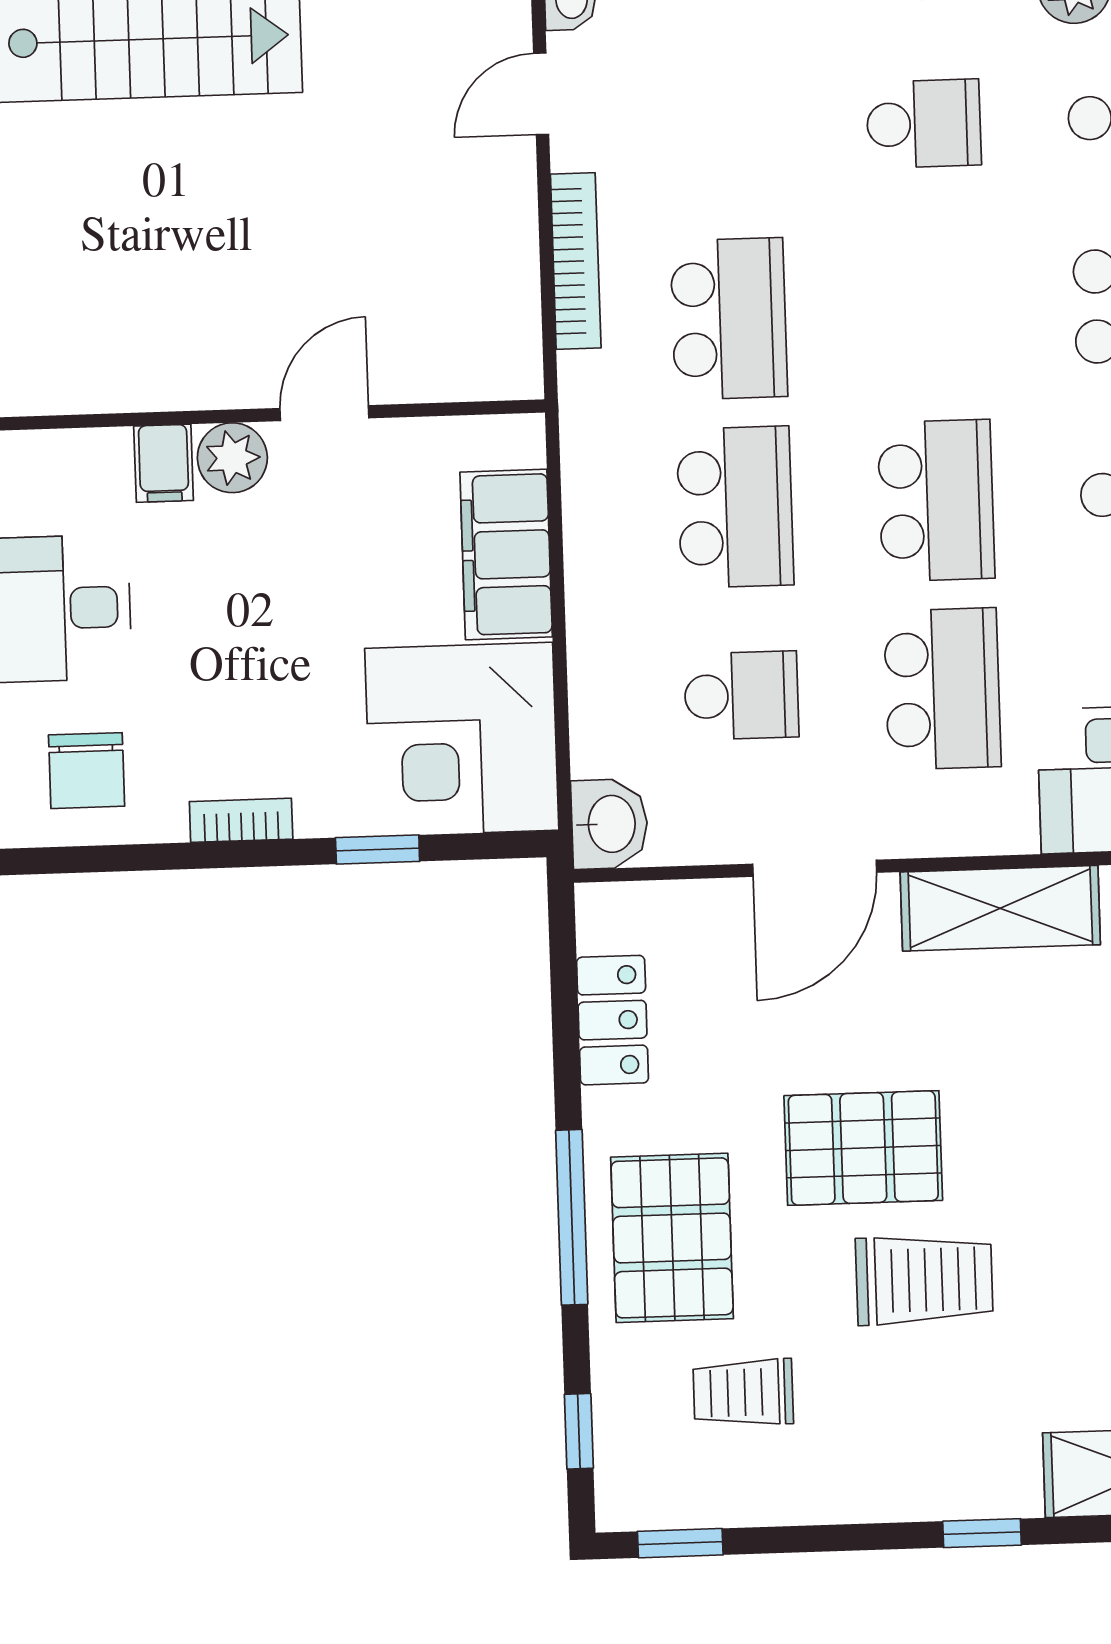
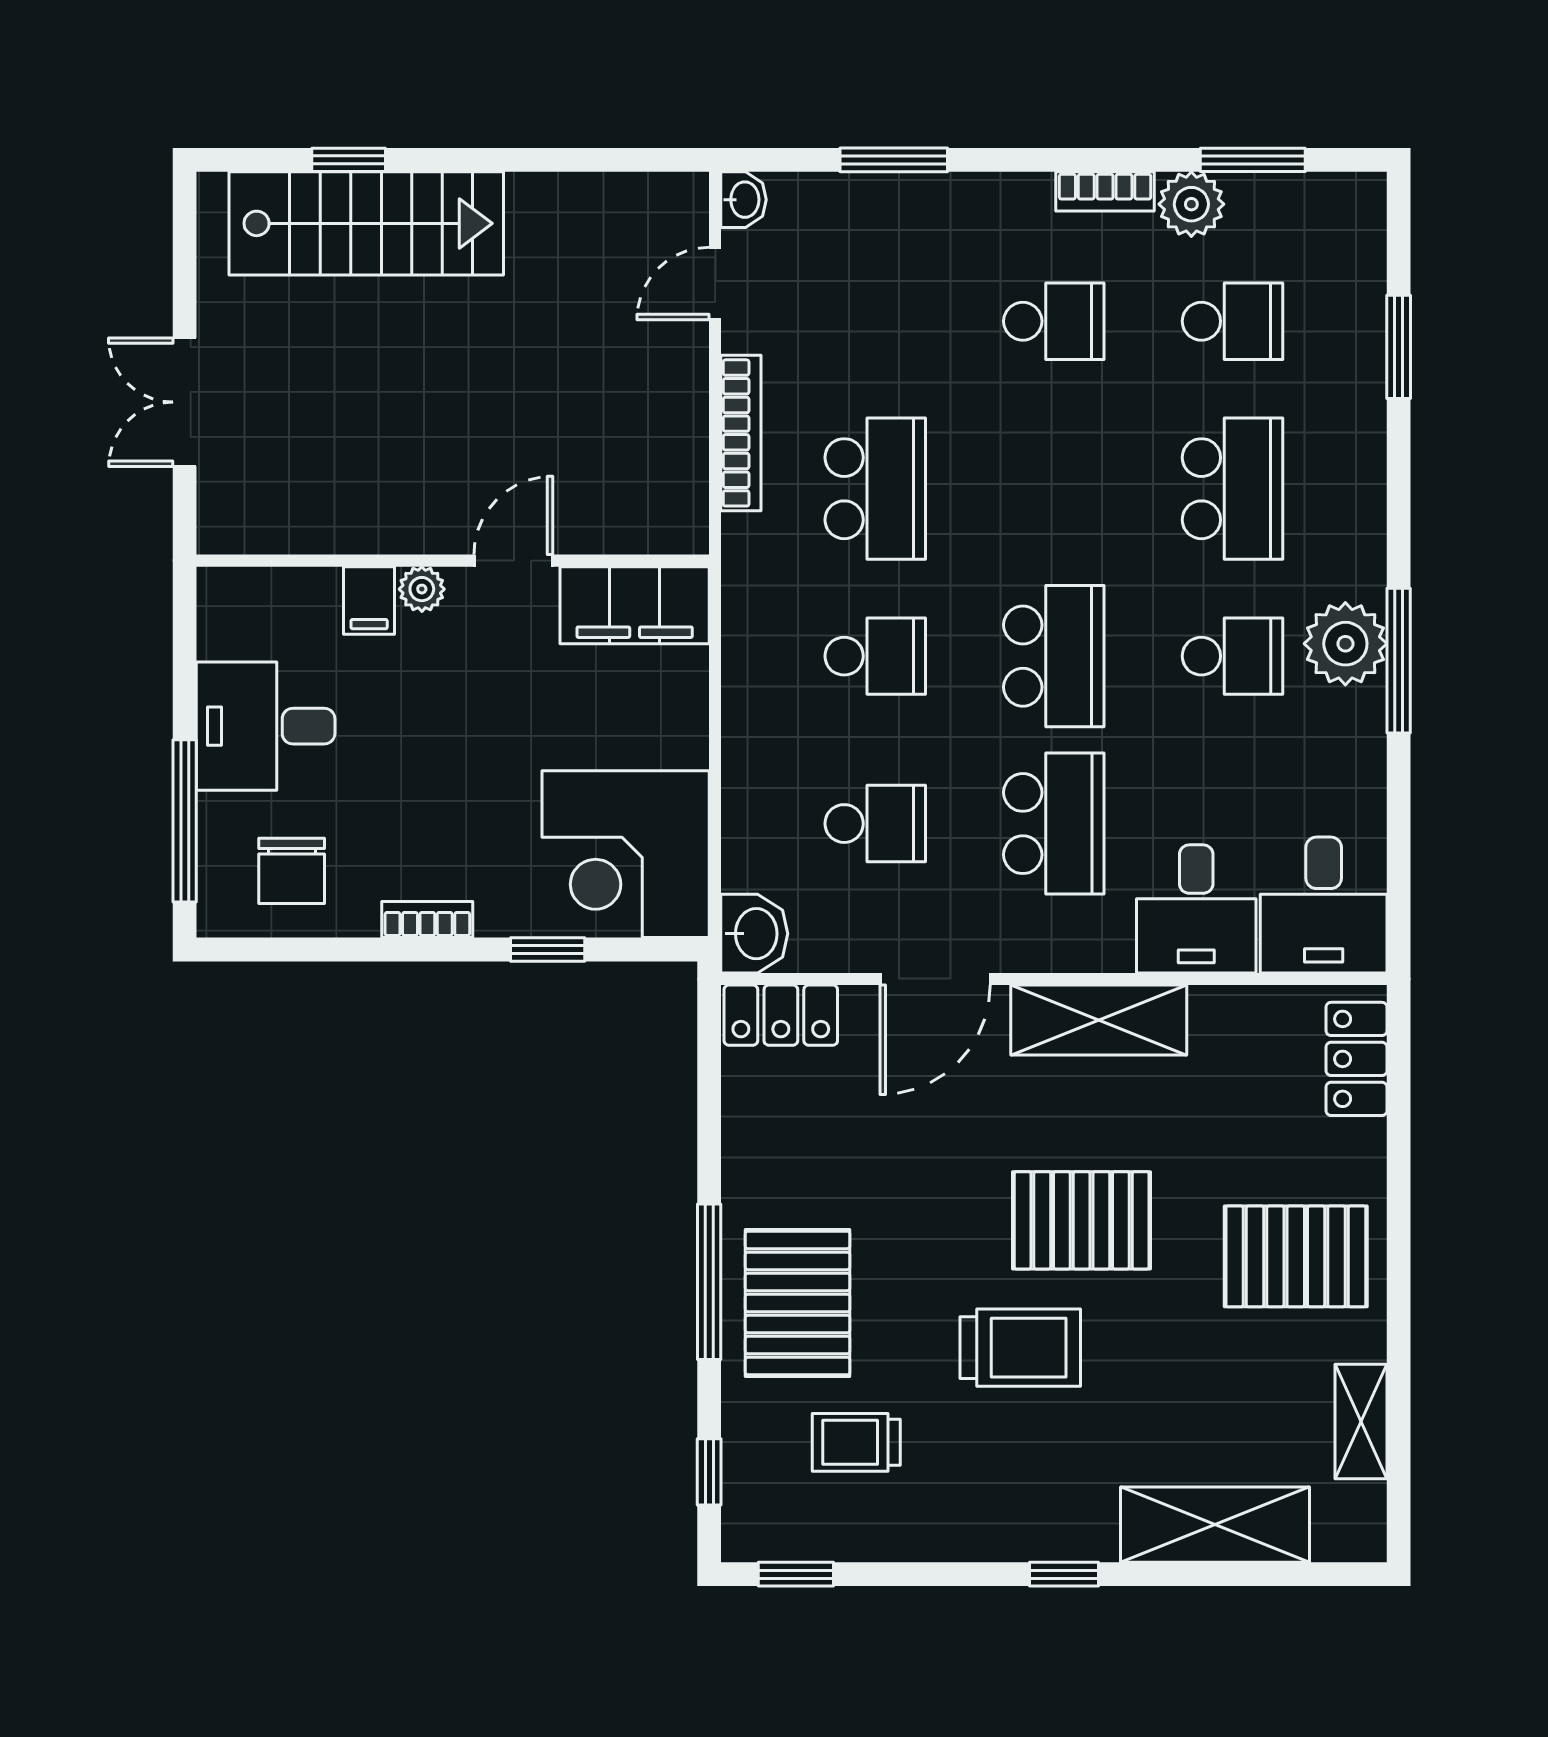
plant: (232, 458) -> (422, 589), width x0.73, depth x0.73
school desk: (735, 507) -> (875, 656), width x0.54
filing cabinet: (506, 555) -> (635, 605), moved, turned -90
locker: (613, 1020) -> (781, 1015), moved, turned 90
pallet: (863, 1148) -> (1082, 1220), moved

